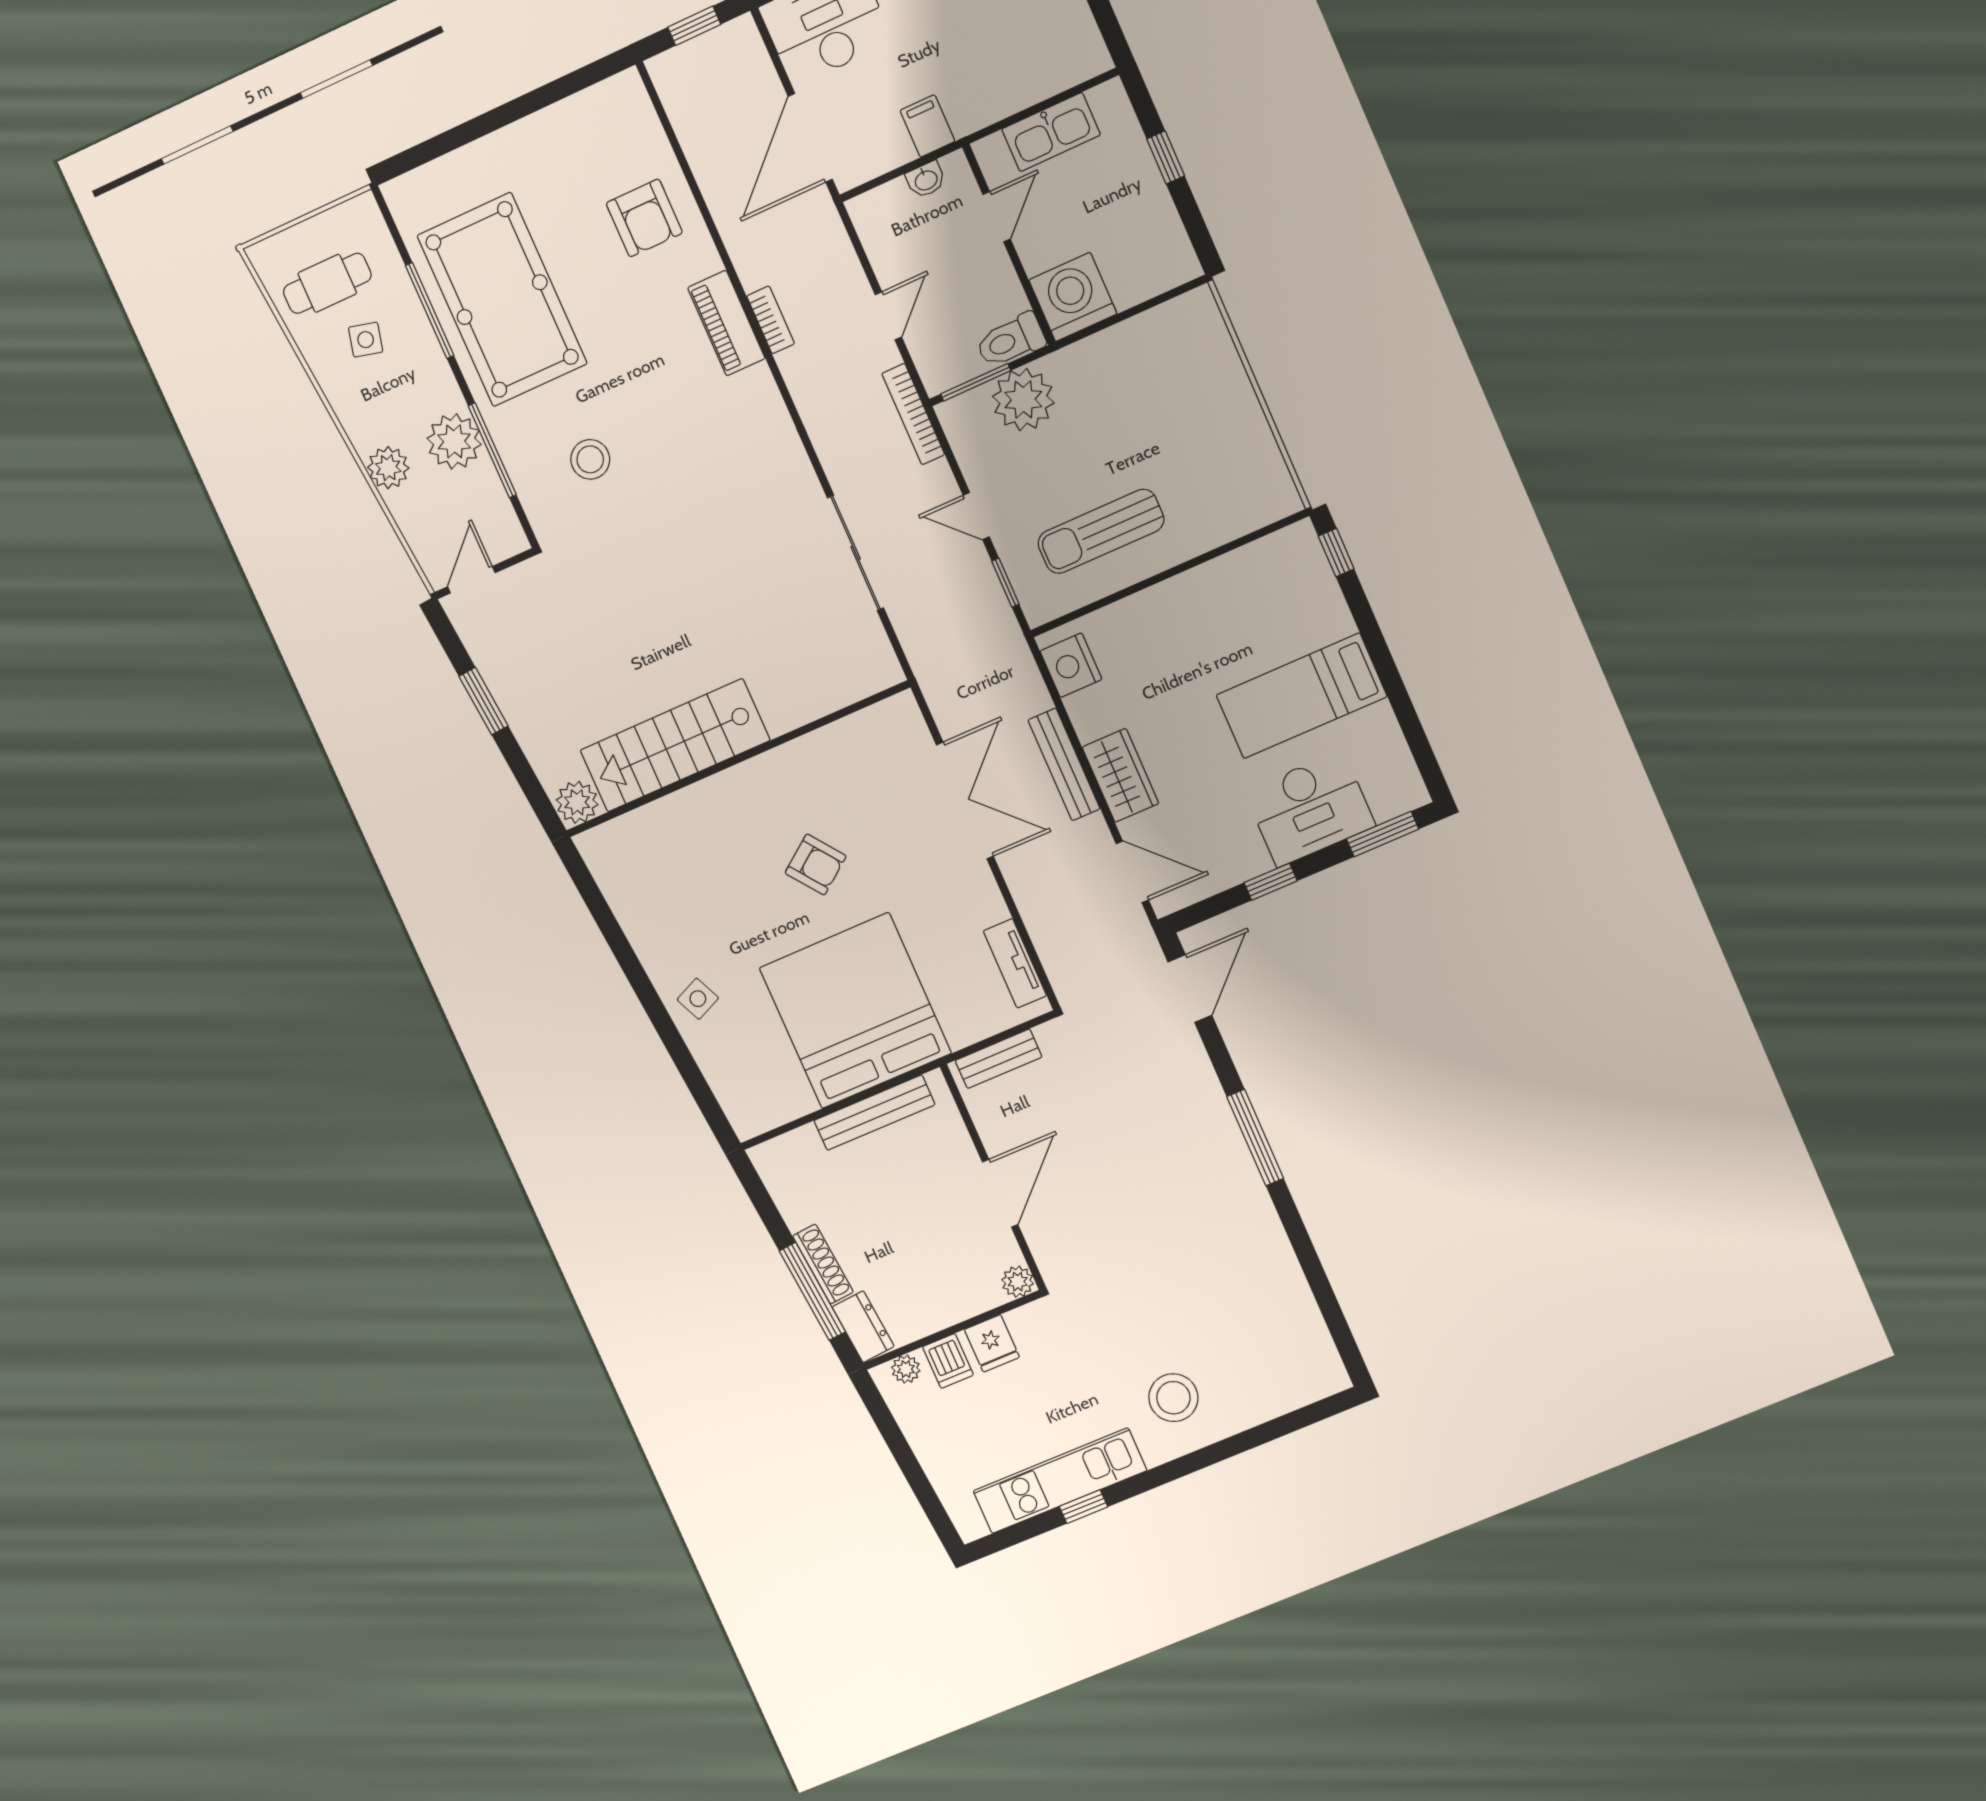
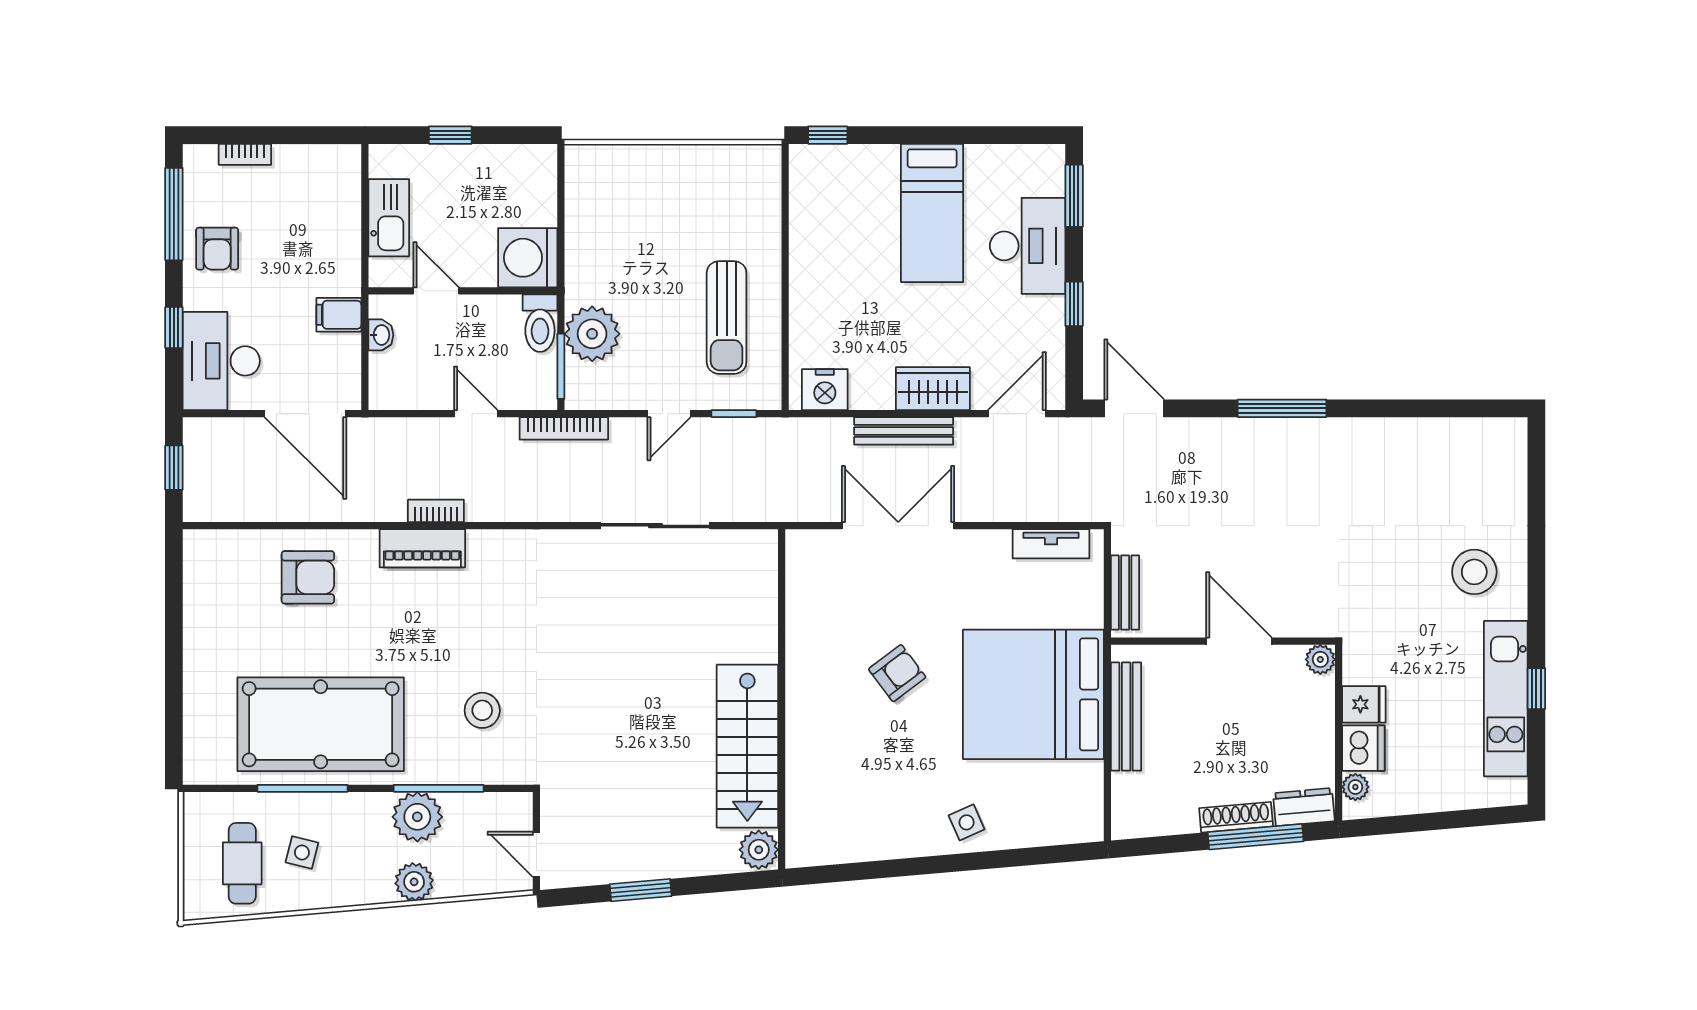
dishwasher: (948, 1361) -> (1363, 748), width x1.38

